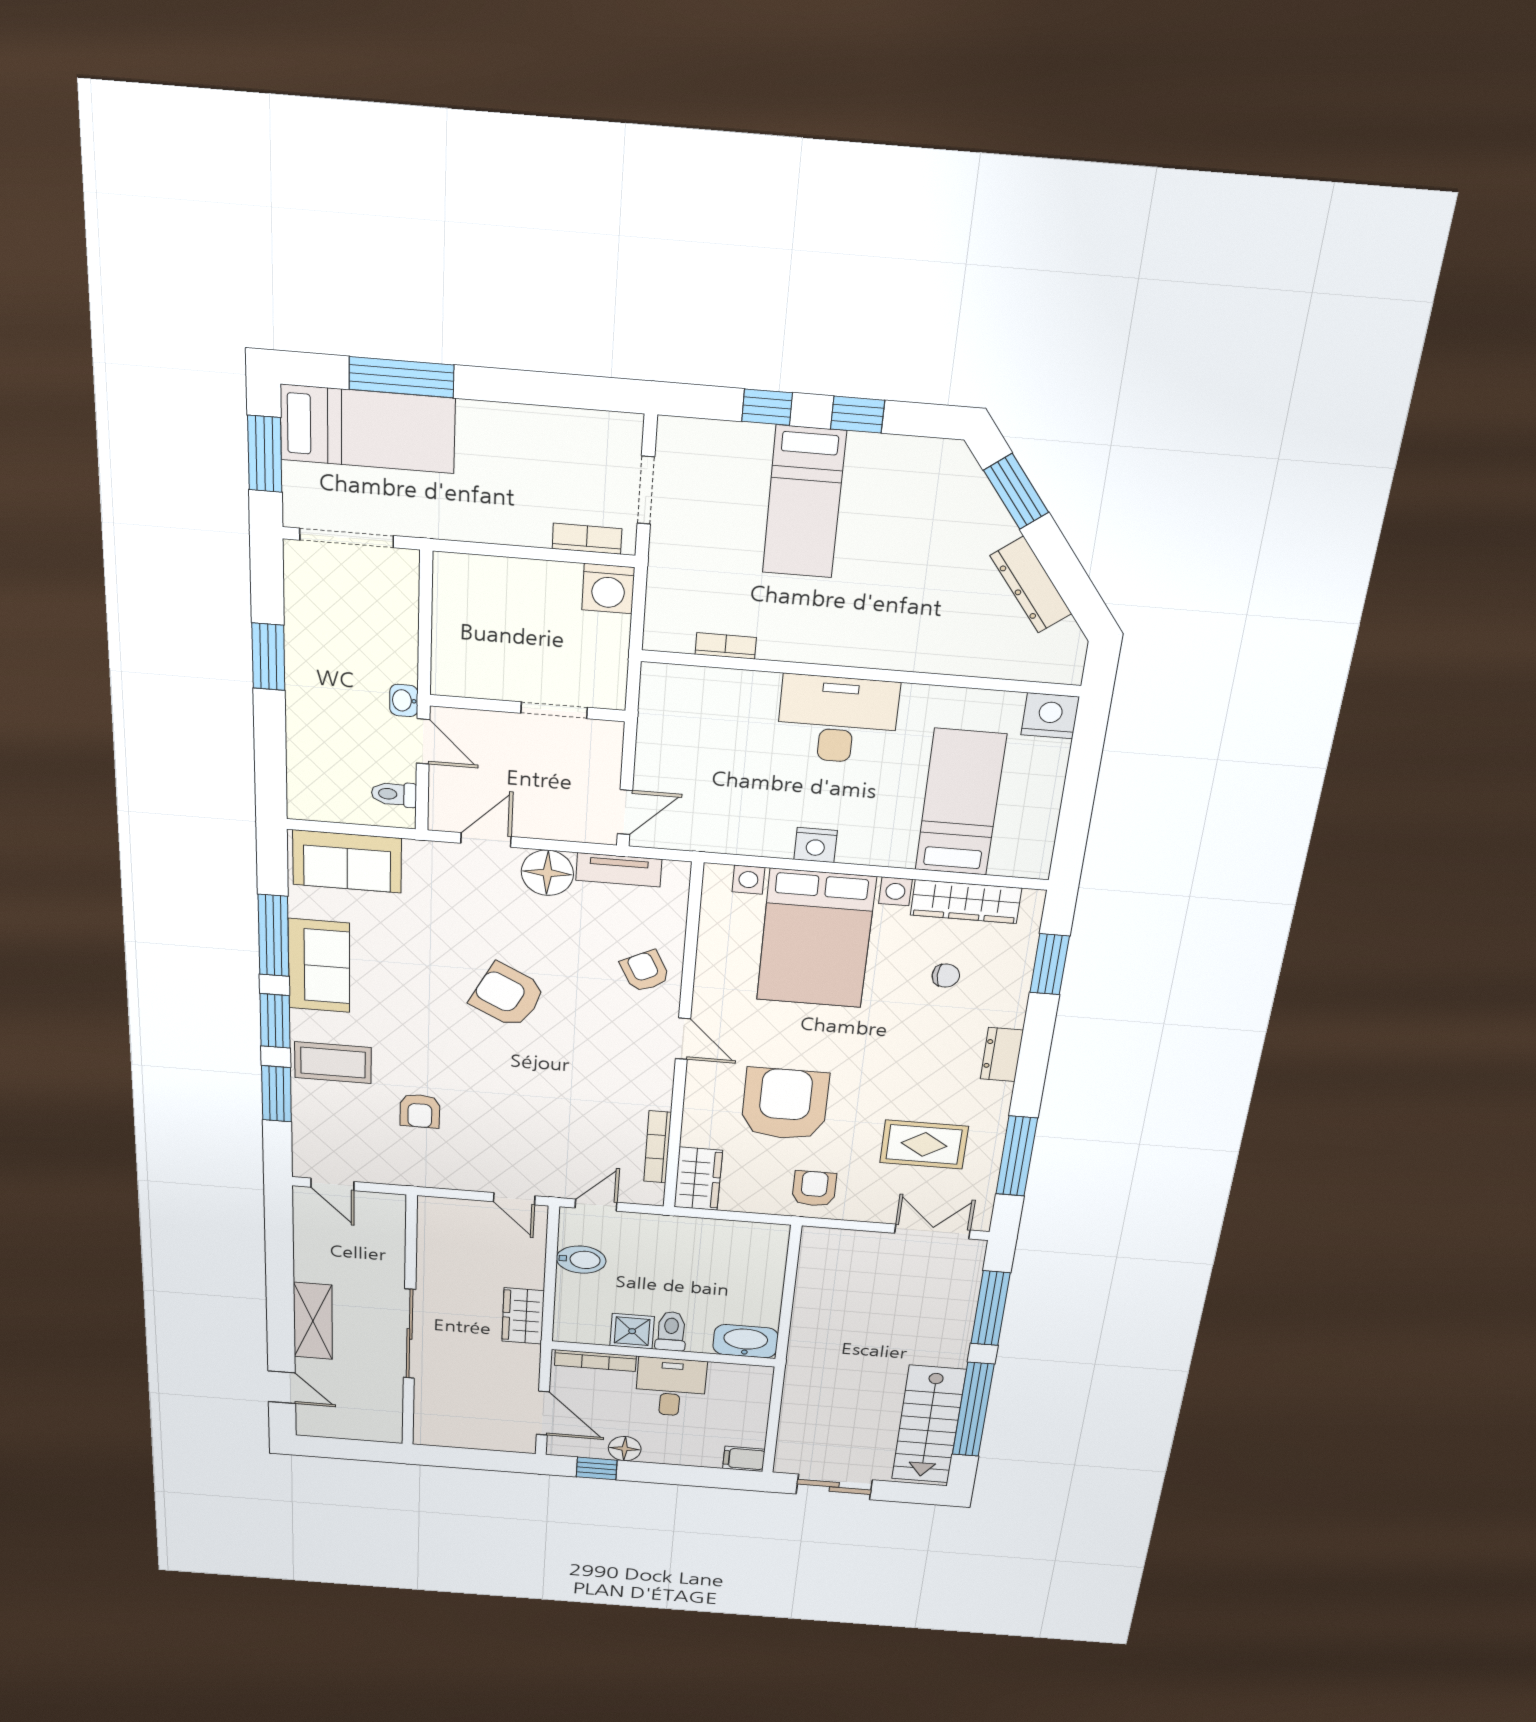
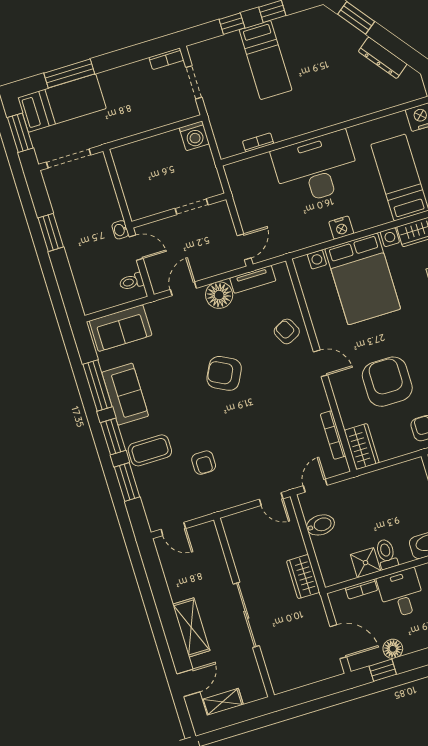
bookcase: (587, 539) -> (166, 59), moved, turned 180
desk: (838, 720) -> (316, 168), width x1.36, depth x1.30
bookcase: (595, 1361) -> (361, 589), width x0.64
door: (282, 1387) -> (188, 683), hinge flipped
shelving: (327, 1427) -> (223, 702), added

